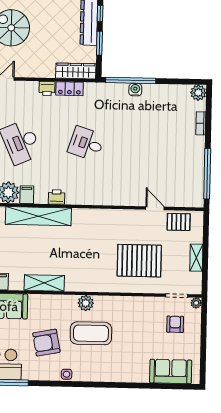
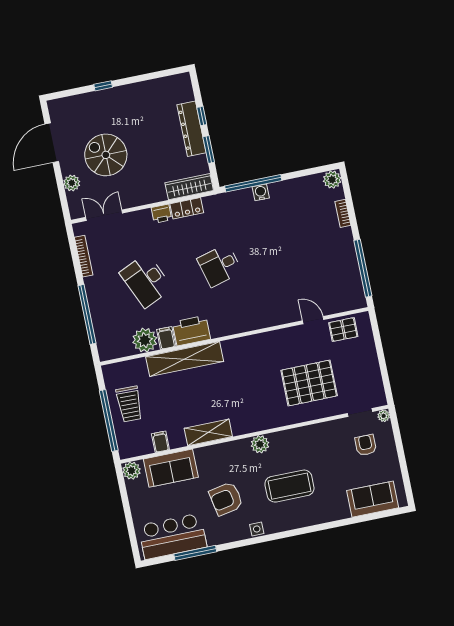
desk: (86, 144) -> (220, 265), turned -33
printer: (57, 197) -> (191, 331), width x1.87, depth x1.48
shelving: (196, 258) -> (372, 365), removed
coffee table: (91, 333) -> (289, 486), moved

